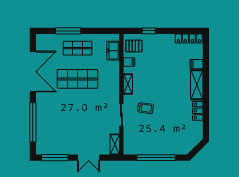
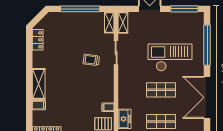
shop shelf: (78, 79) -> (161, 90), width x0.70, depth x0.74
shelving: (128, 84) -> (109, 22), moved
checkout: (69, 110) -> (170, 57), added
locker: (198, 111) -> (38, 40), moved

